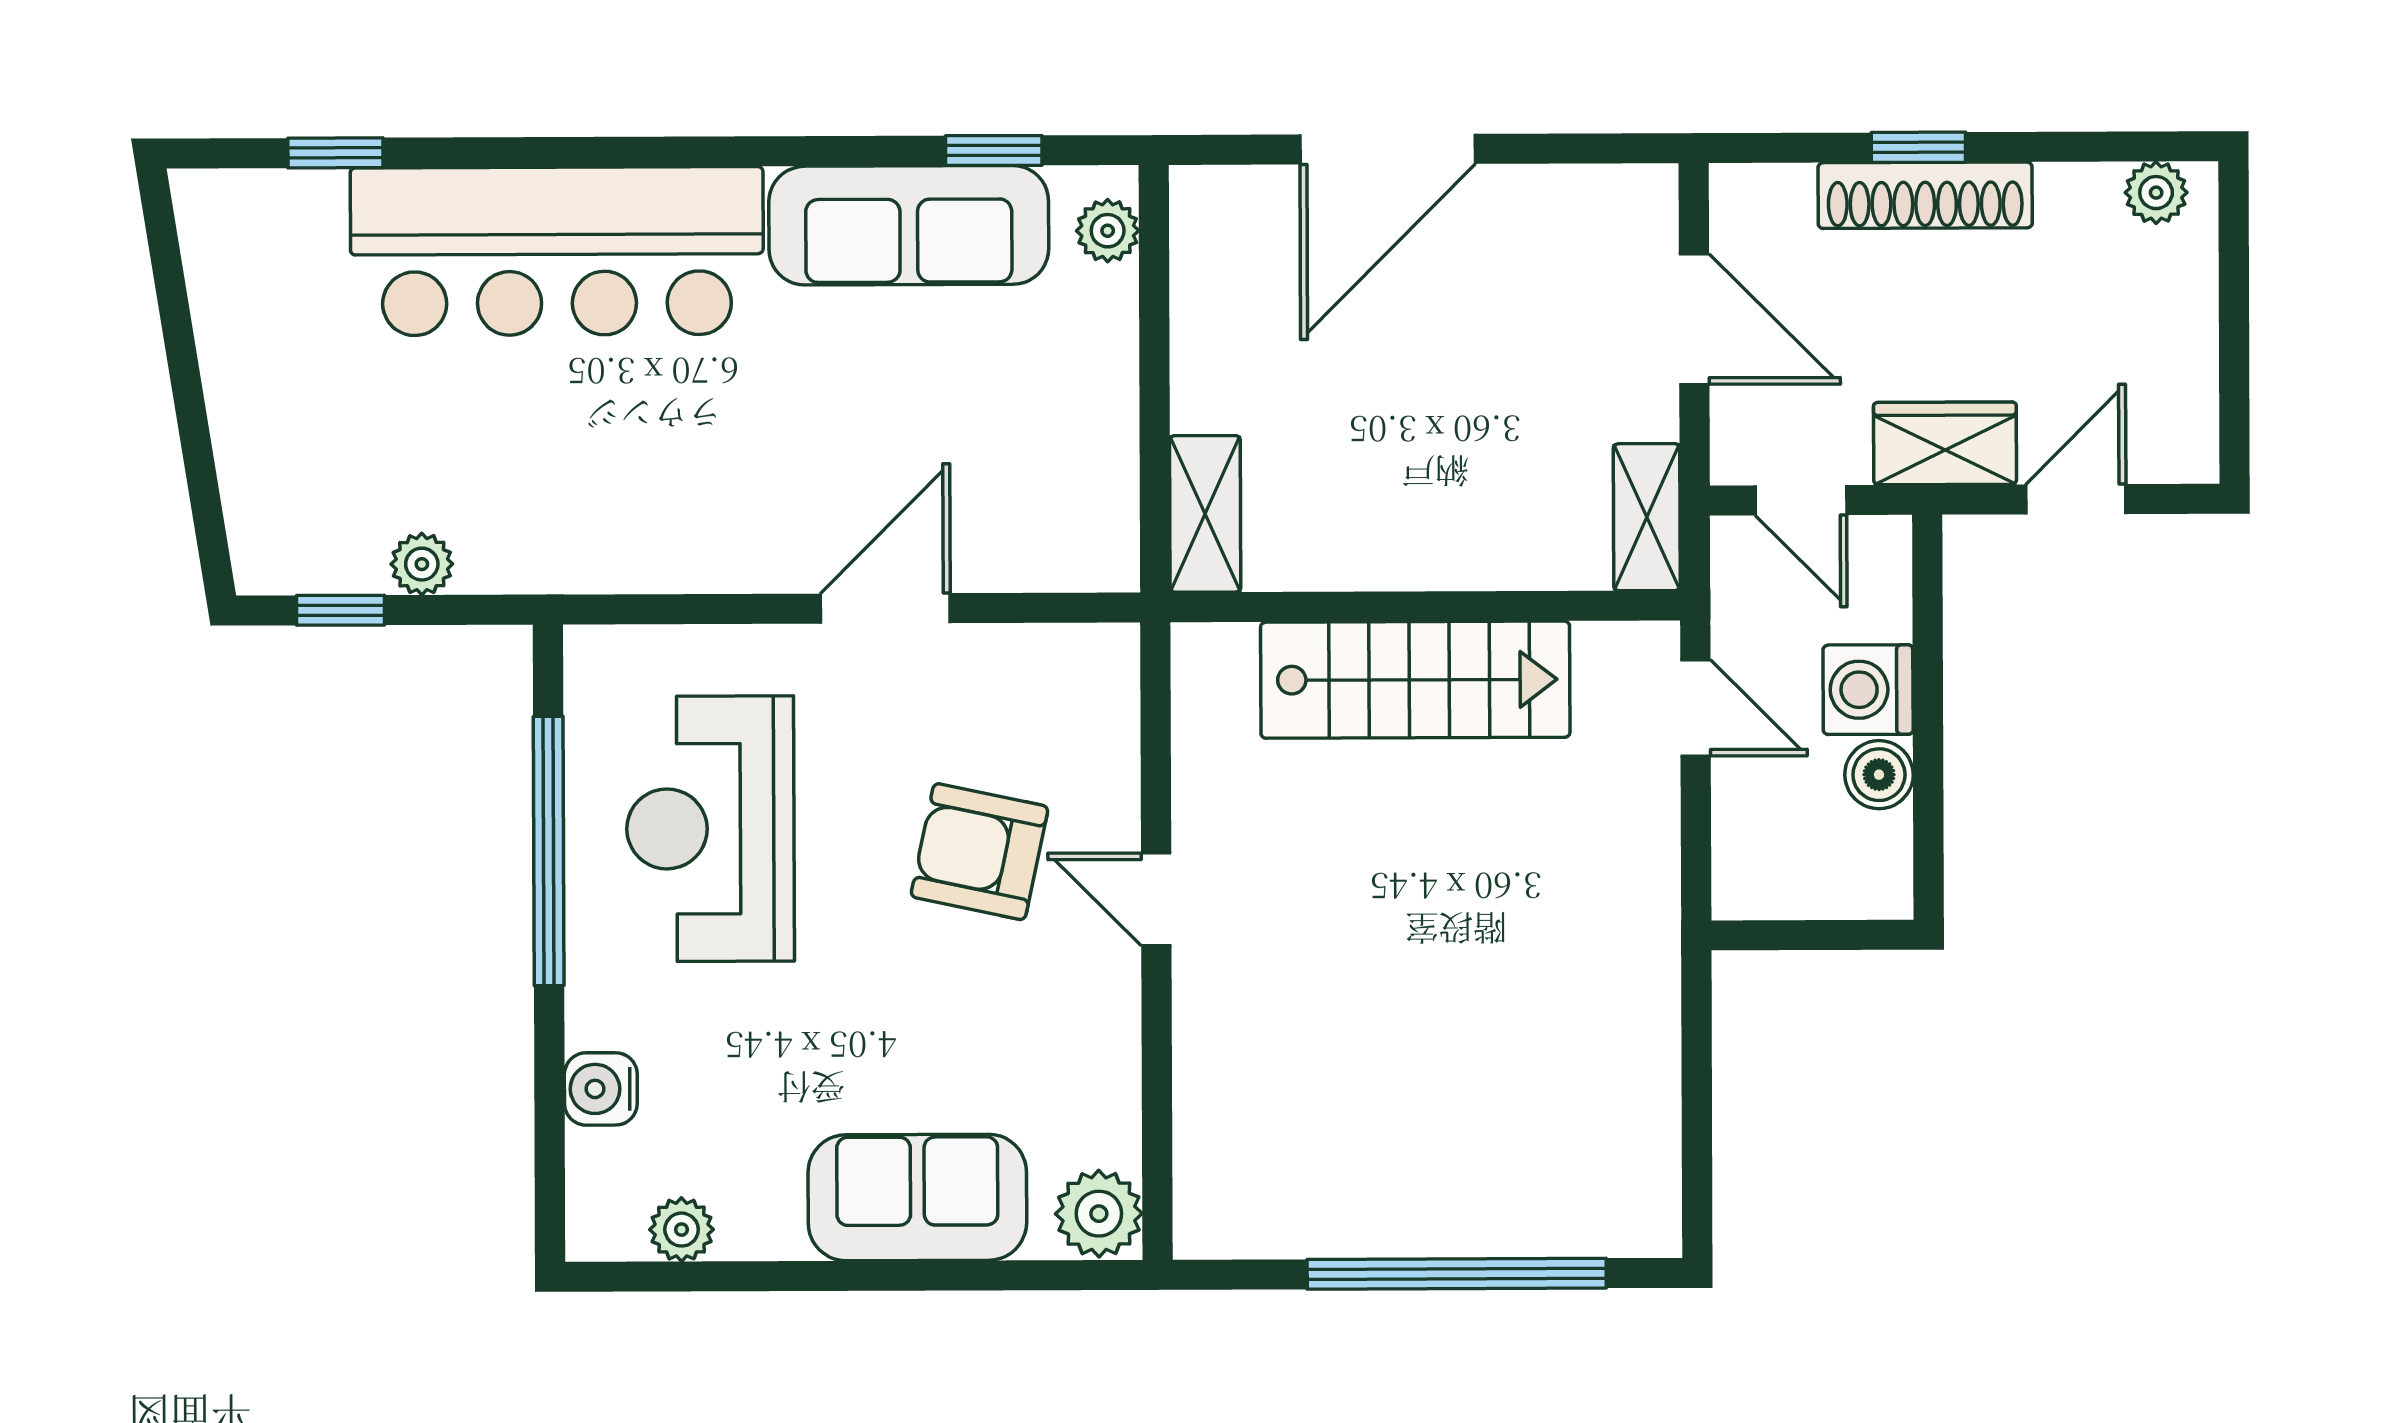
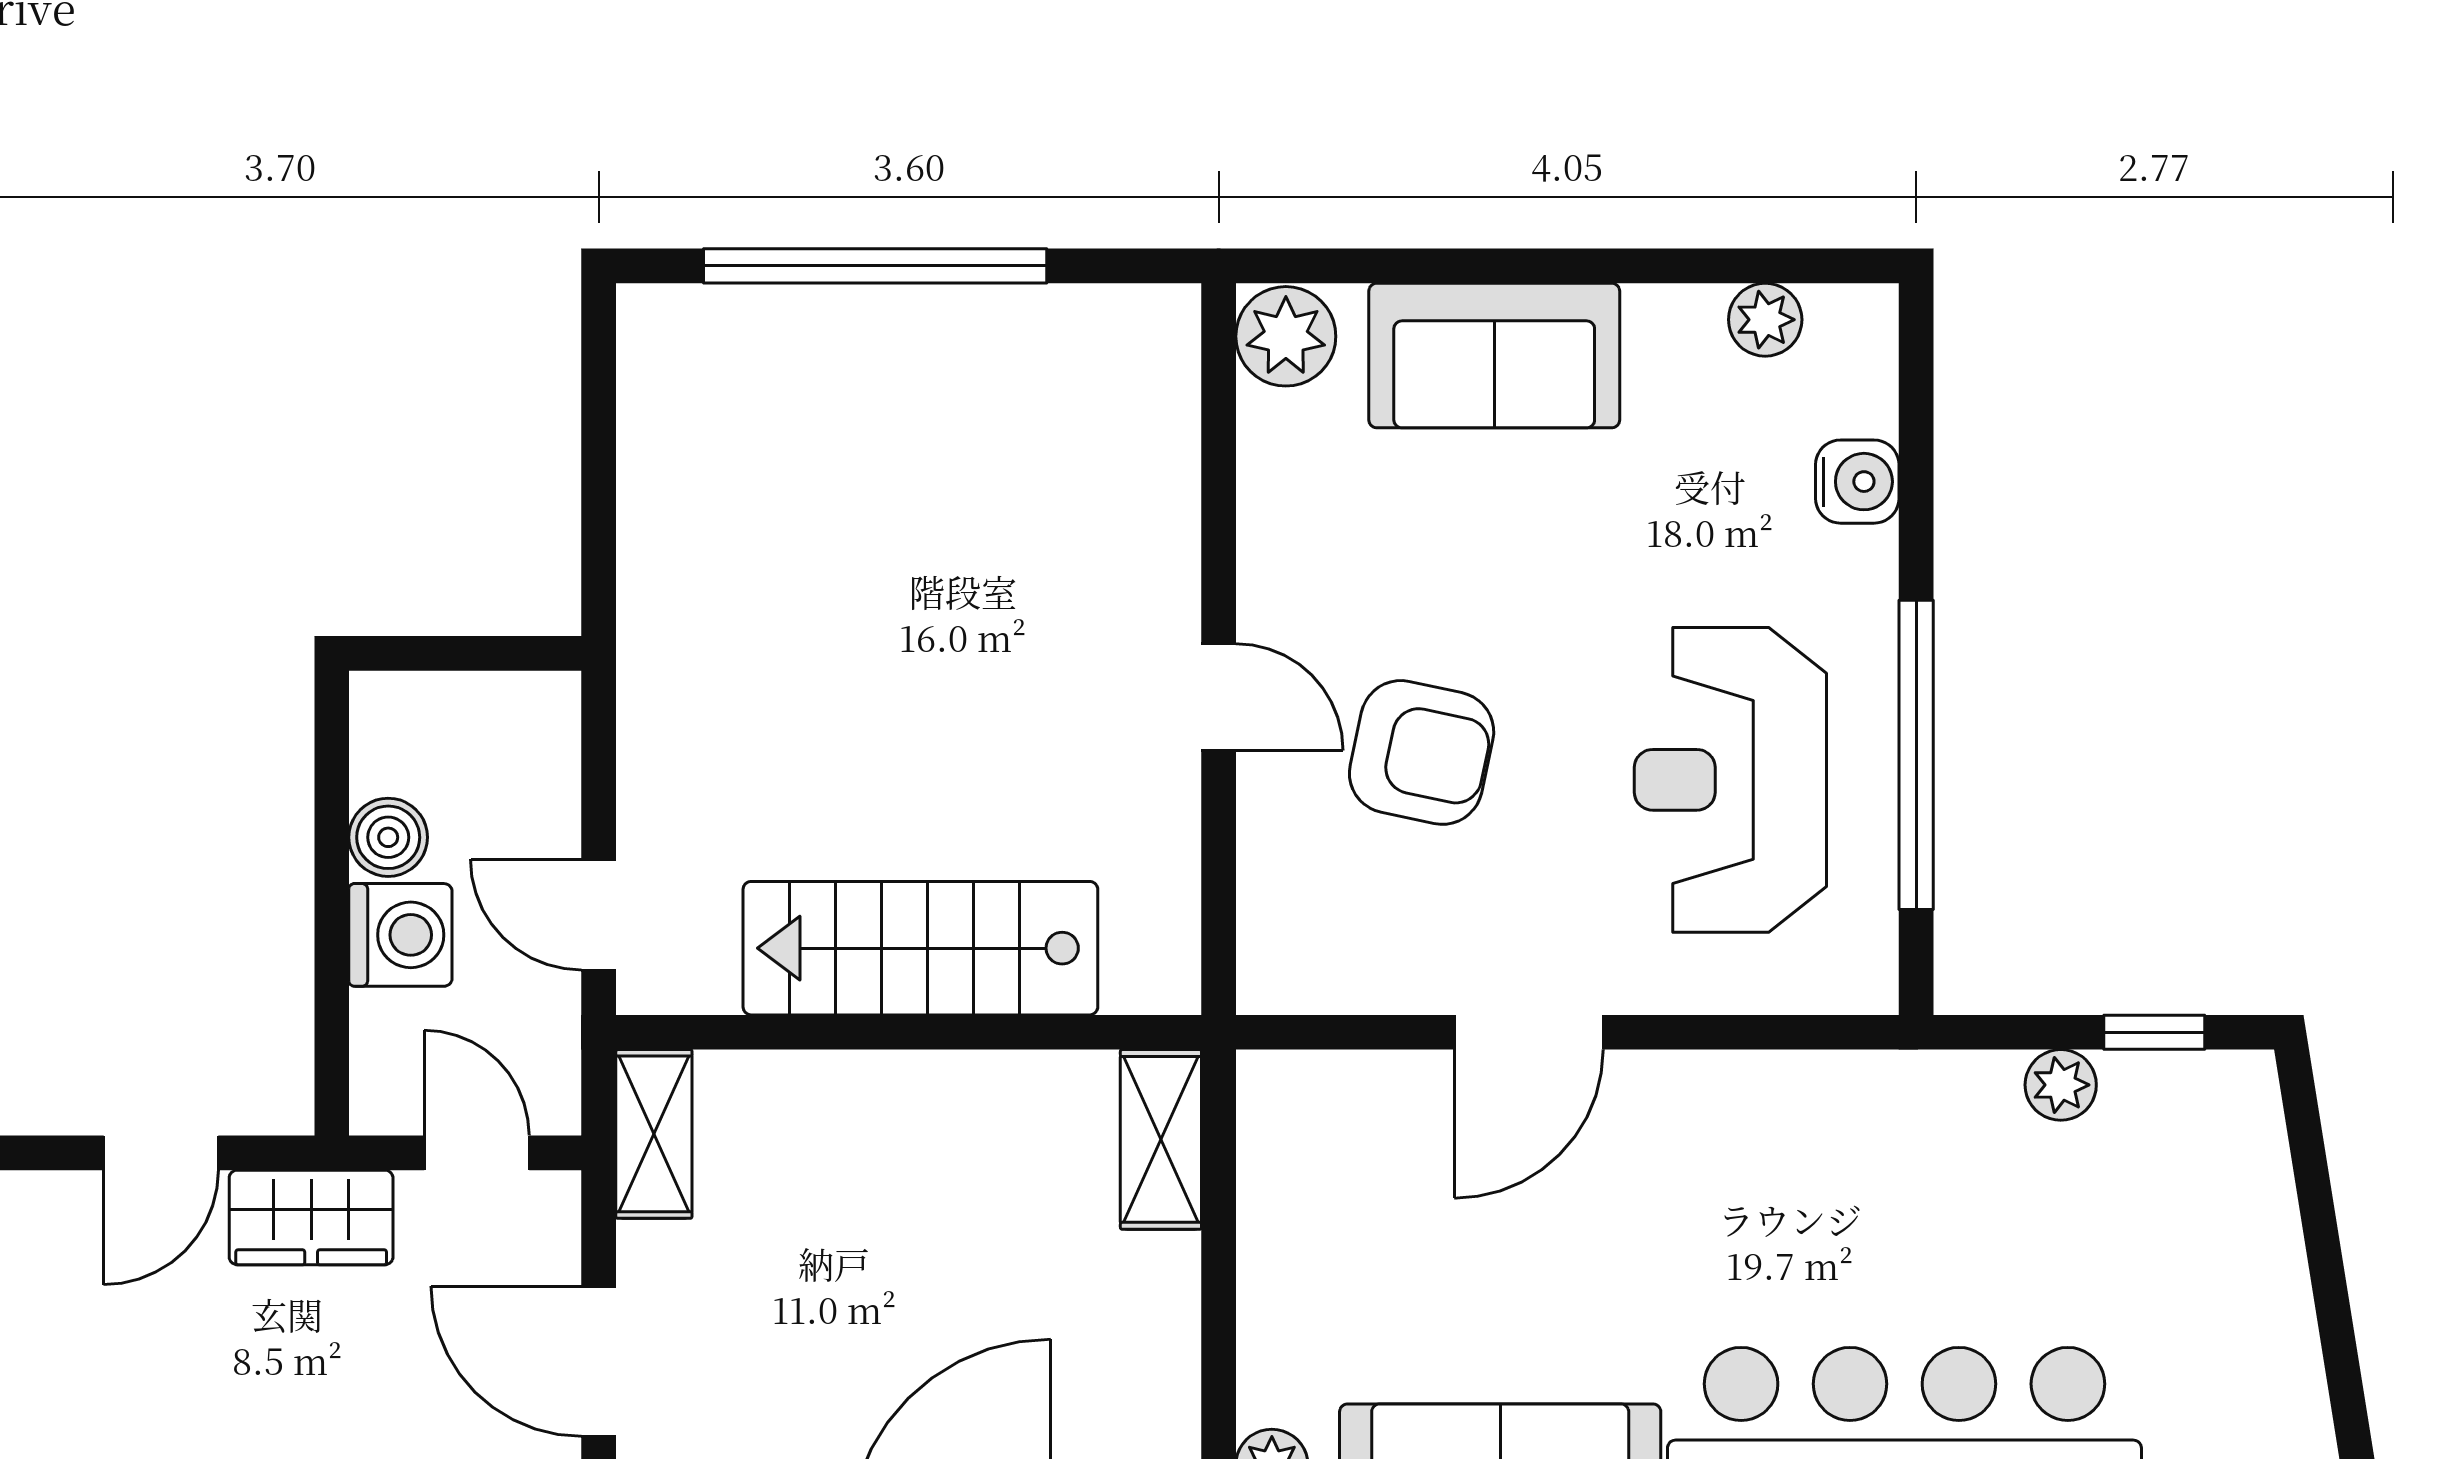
reception desk: (710, 829) -> (1730, 780), turned 180

